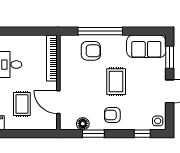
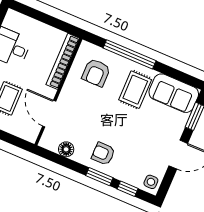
armchair: (91, 51) -> (96, 73), moved, turned 90
rug: (116, 82) -> (135, 90), moved
window: (93, 134) -> (99, 177), moved

